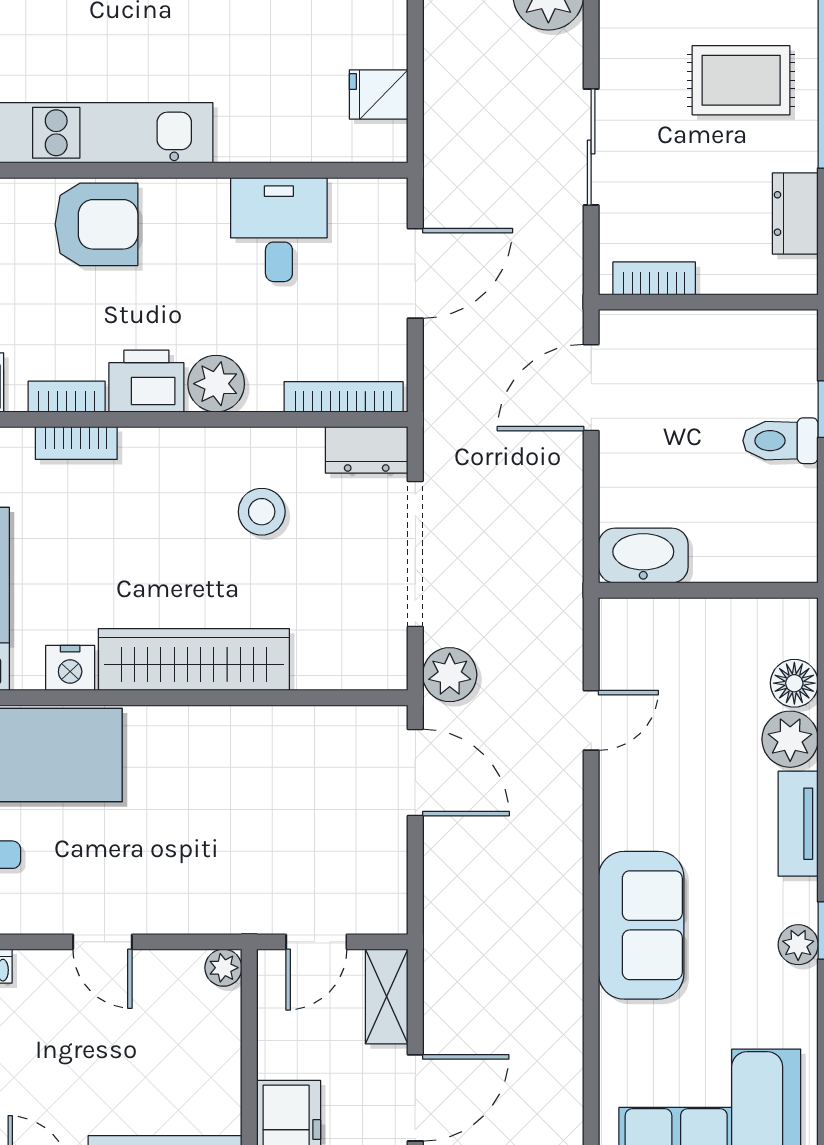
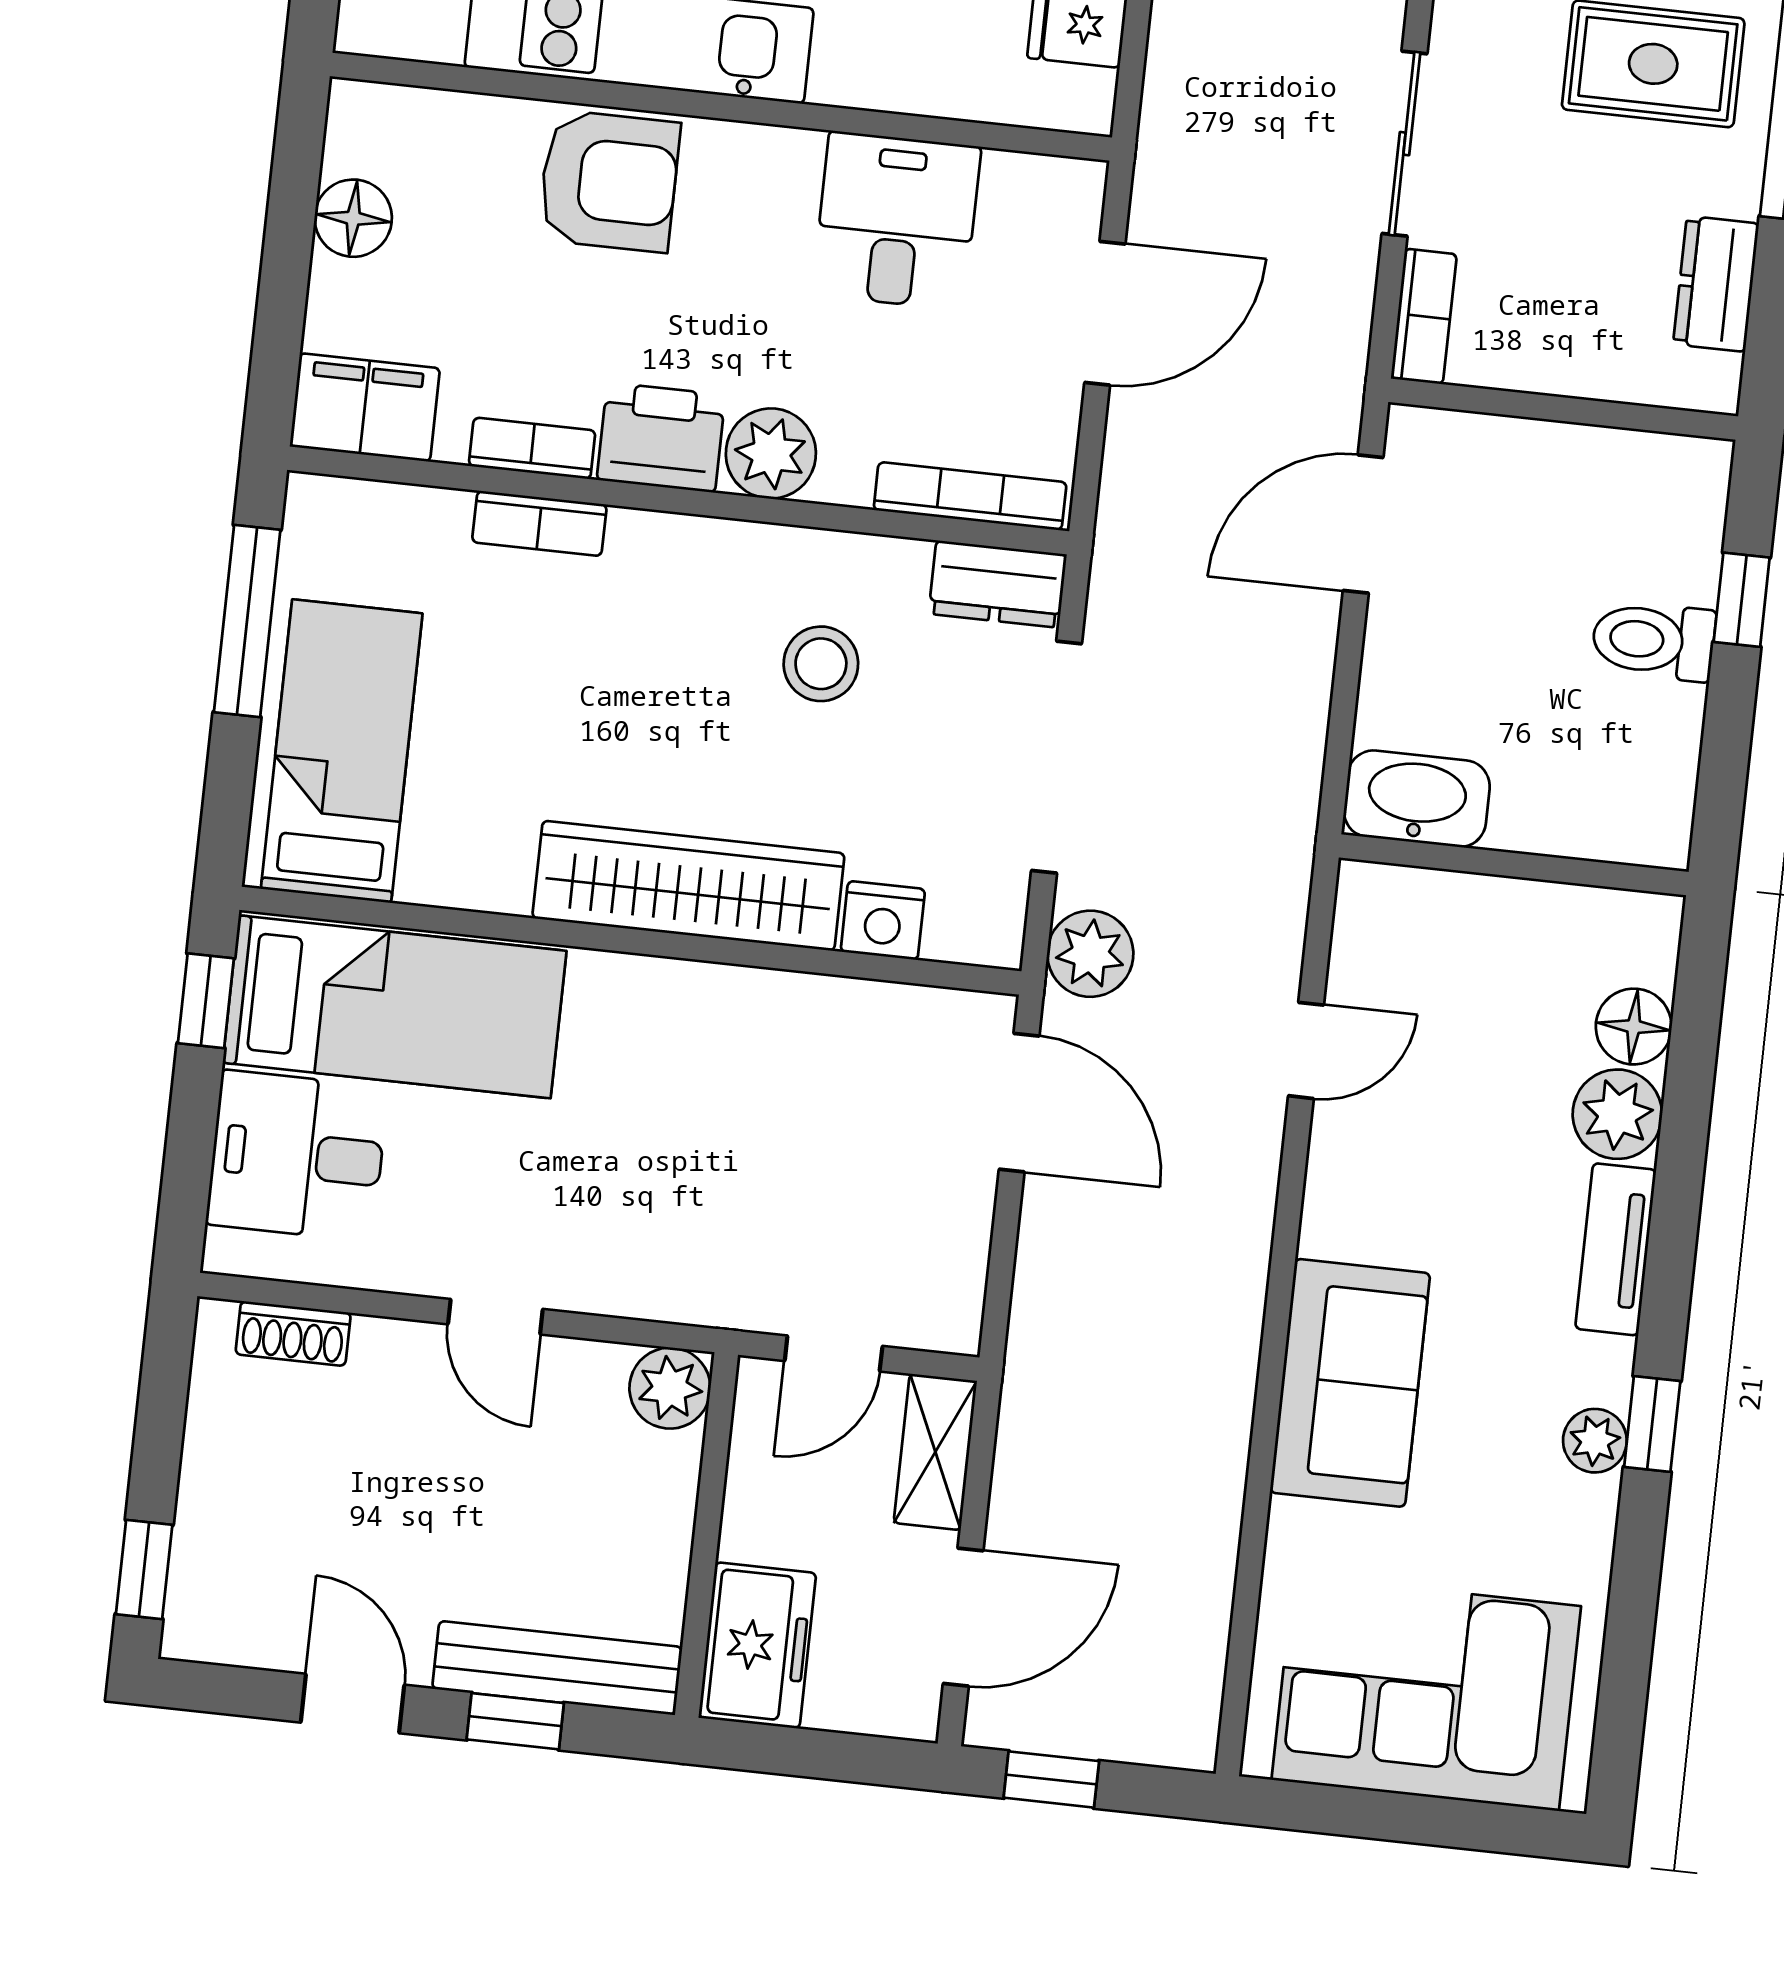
bookcase: (654, 278) -> (1424, 316), moved, turned 90
nightstand: (70, 668) -> (883, 920), moved
plant: (223, 968) -> (670, 1388), width x1.38, depth x1.38

